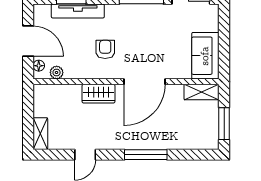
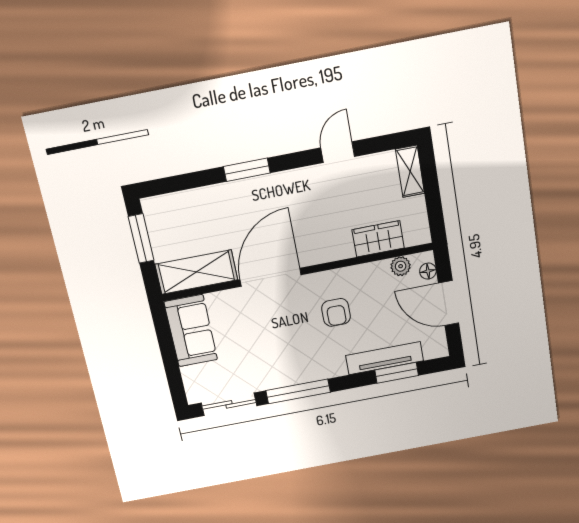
shelving: (202, 92) -> (196, 272), width x1.50, depth x1.33
wardrobe: (98, 94) -> (378, 239), moved
window: (146, 155) -> (247, 170), width x0.69

